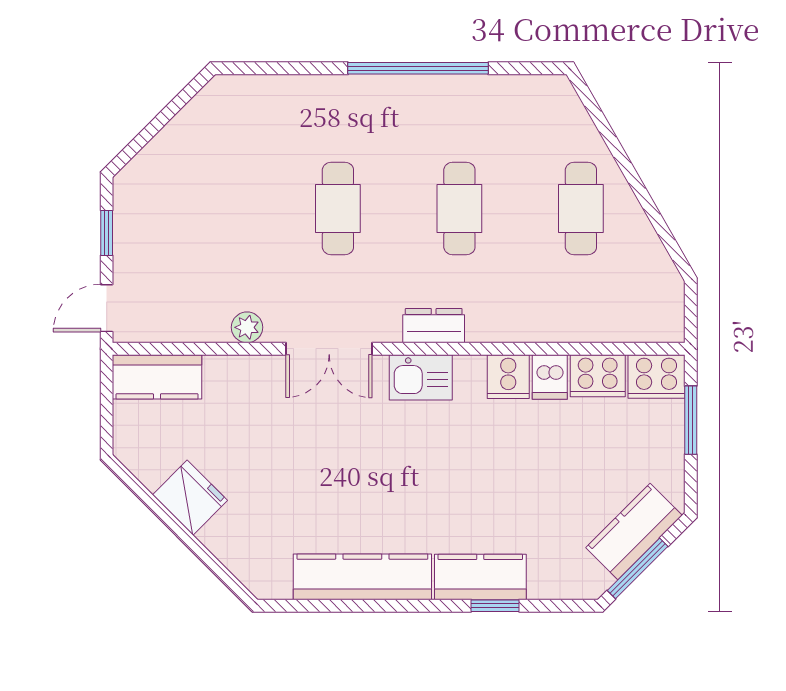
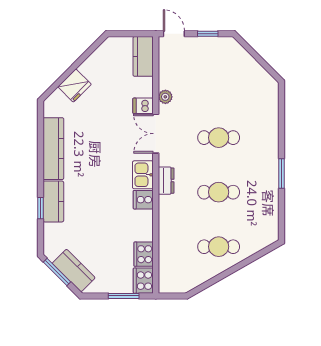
window: (418, 68) -> (282, 174), width x0.47
cooker: (508, 377) -> (143, 200), moved
dishwasher: (550, 377) -> (143, 106), moved
fridge: (190, 498) -> (75, 86), moved

